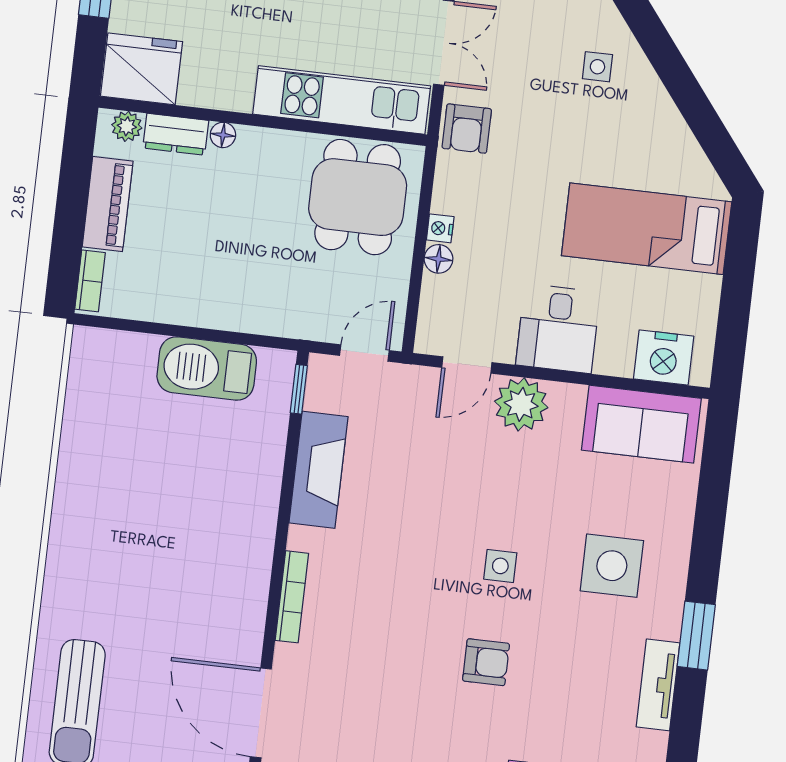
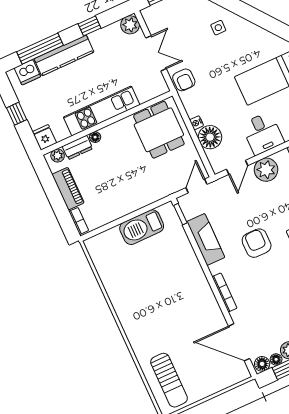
fridge: (142, 69) -> (45, 137), width x0.53, depth x0.75
kitchen unit: (342, 100) -> (102, 111), moved
floor lamp: (438, 259) -> (210, 137), width x1.89, depth x1.89
armchair: (414, 538) -> (257, 243), added

